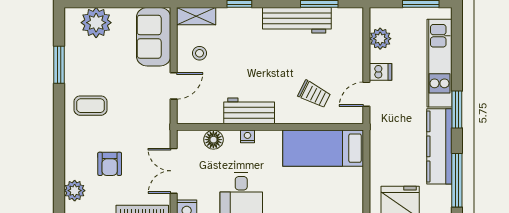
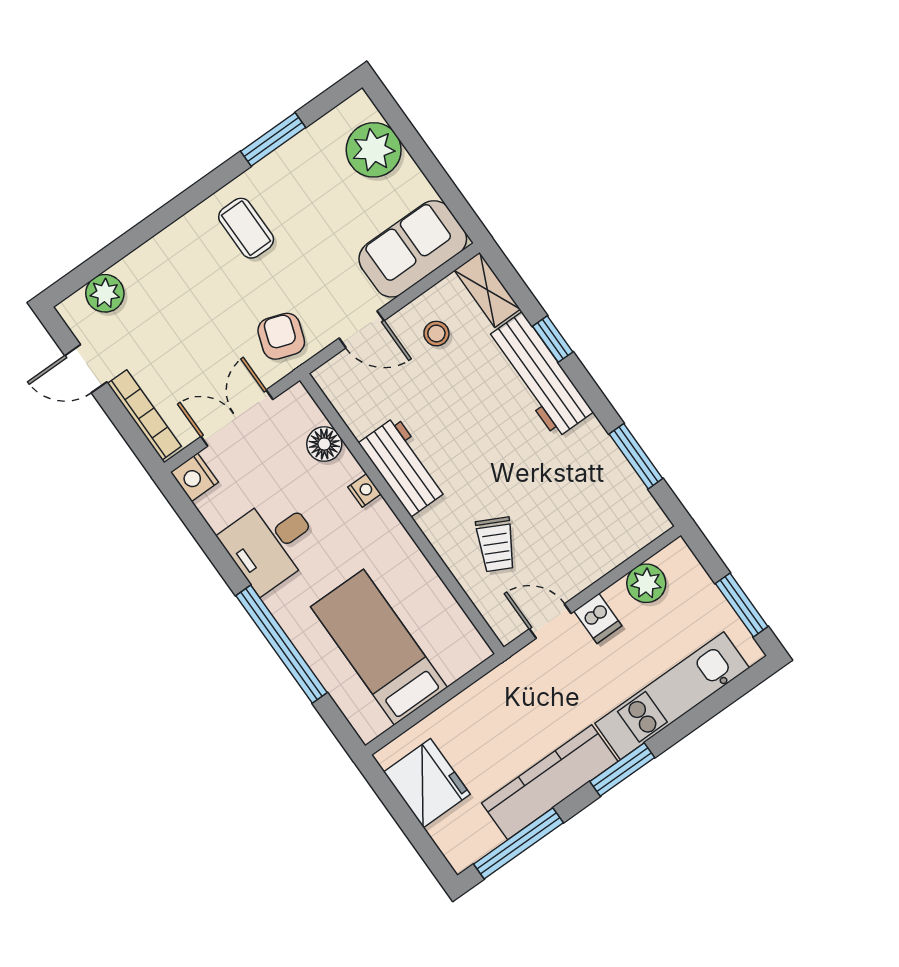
workbench: (297, 20) -> (539, 375), moved
bed: (323, 148) -> (379, 647), moved
armchair: (110, 164) -> (281, 336), moved, turned 109

